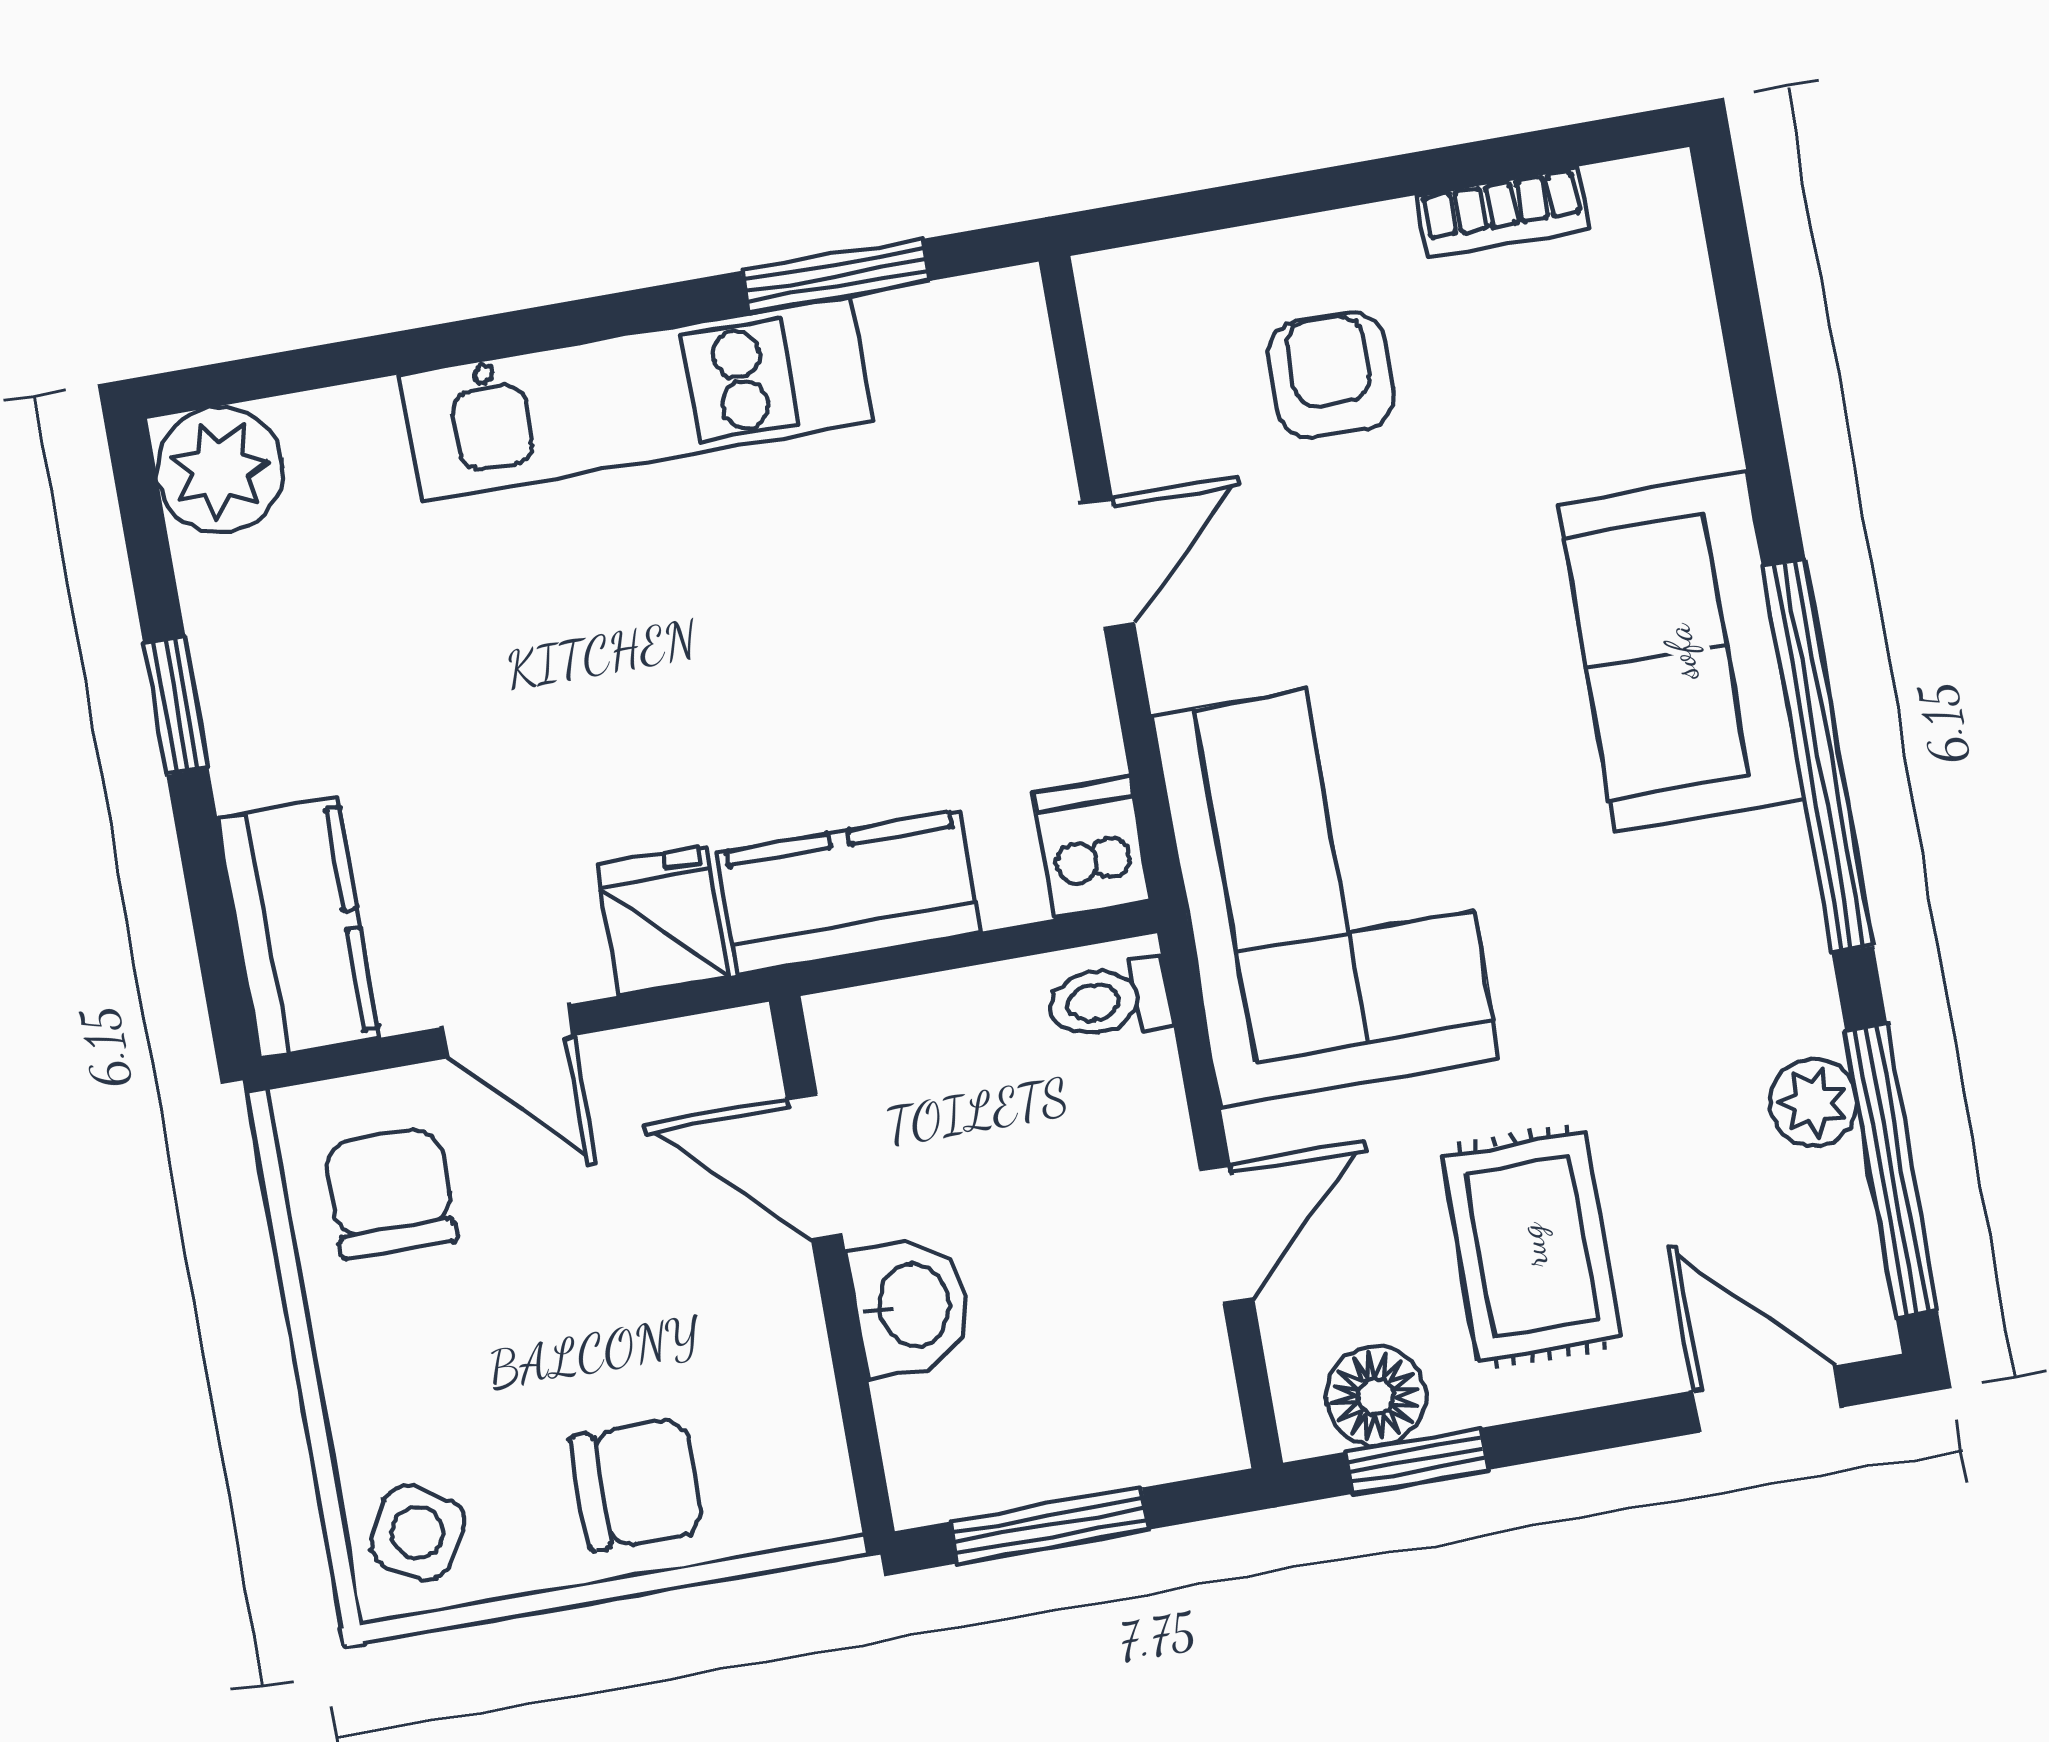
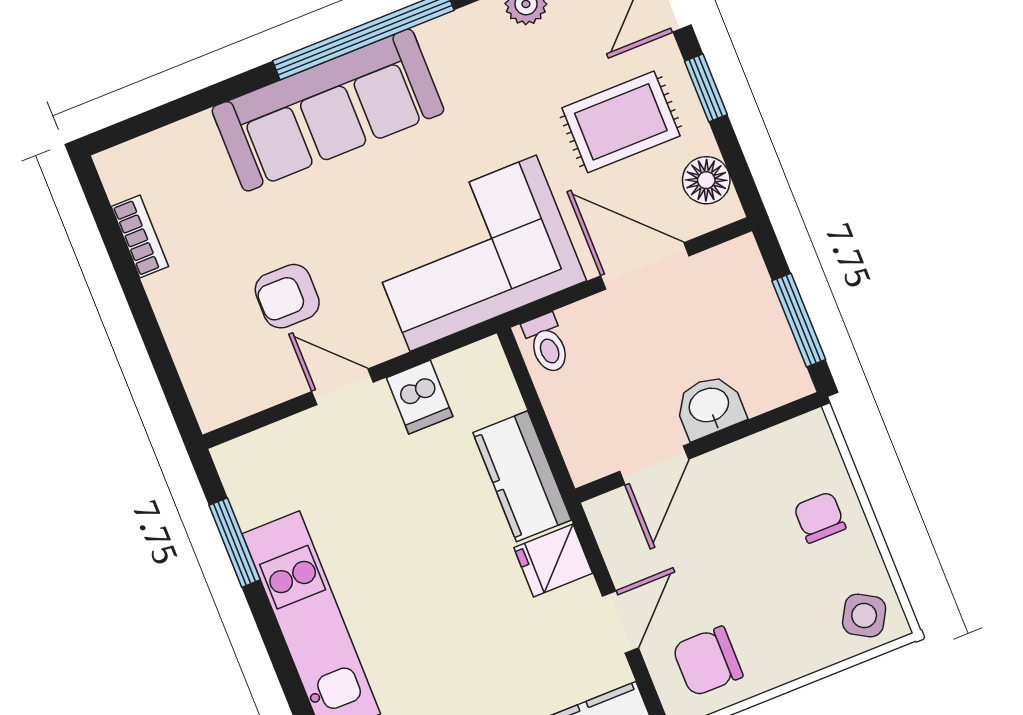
armchair: (1331, 375) -> (287, 296), moved
sofa: (1681, 652) -> (328, 110), width x1.36
dishwasher: (1092, 848) -> (420, 397), moved, turned -90
door: (1226, 1234) -> (645, 266), width x1.38
window: (1416, 1461) -> (706, 88), moved
chair: (637, 1484) -> (820, 517), width x0.73, depth x0.73

